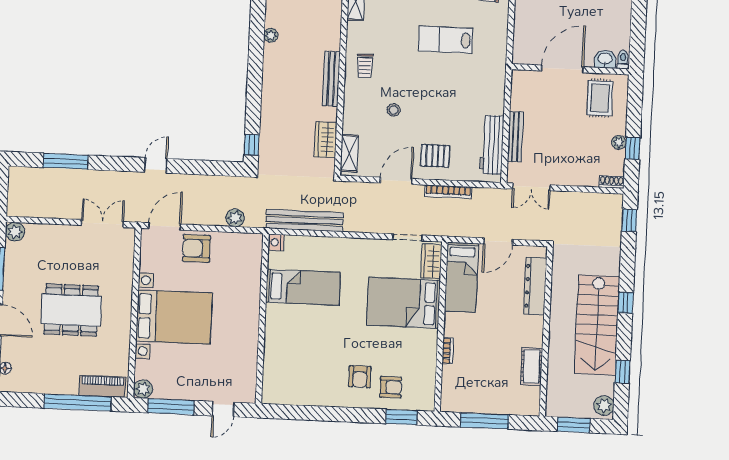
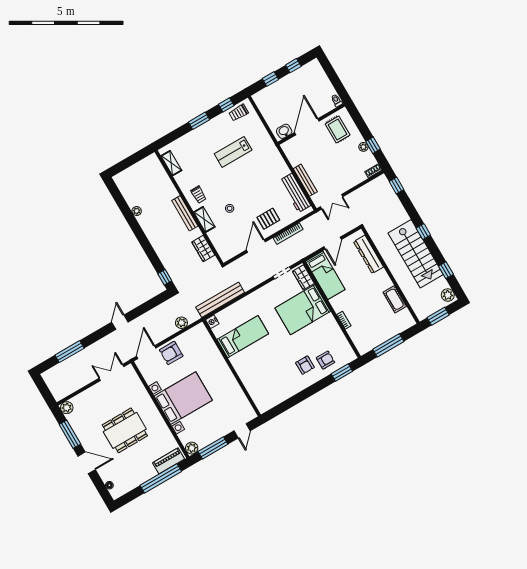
washbasin: (605, 59) -> (284, 131), moved
shelving: (349, 153) -> (204, 219), moved

